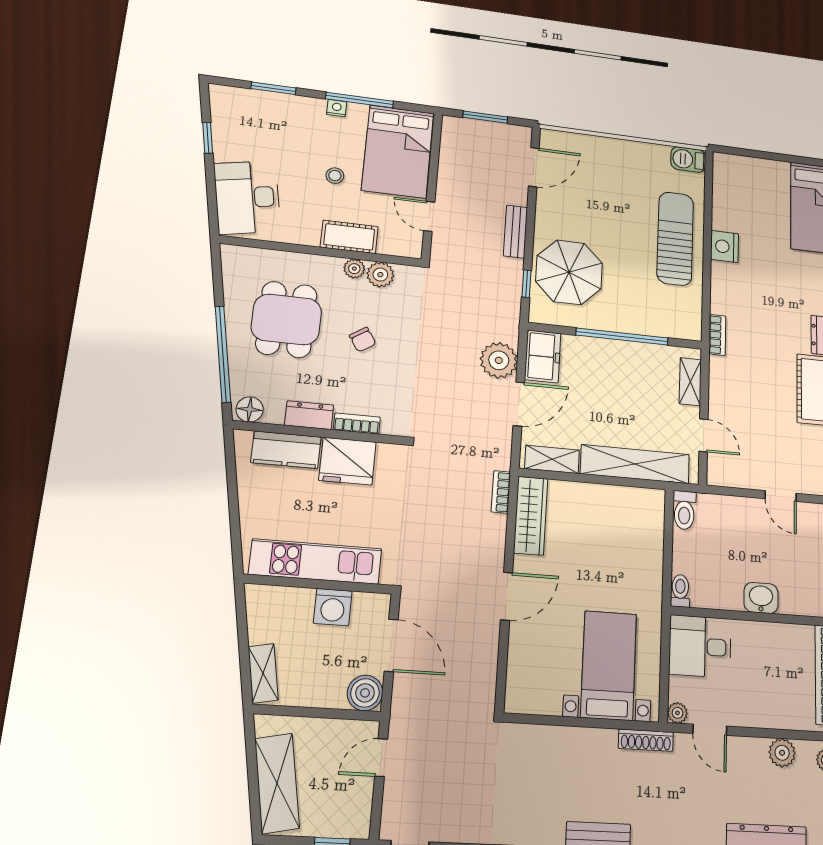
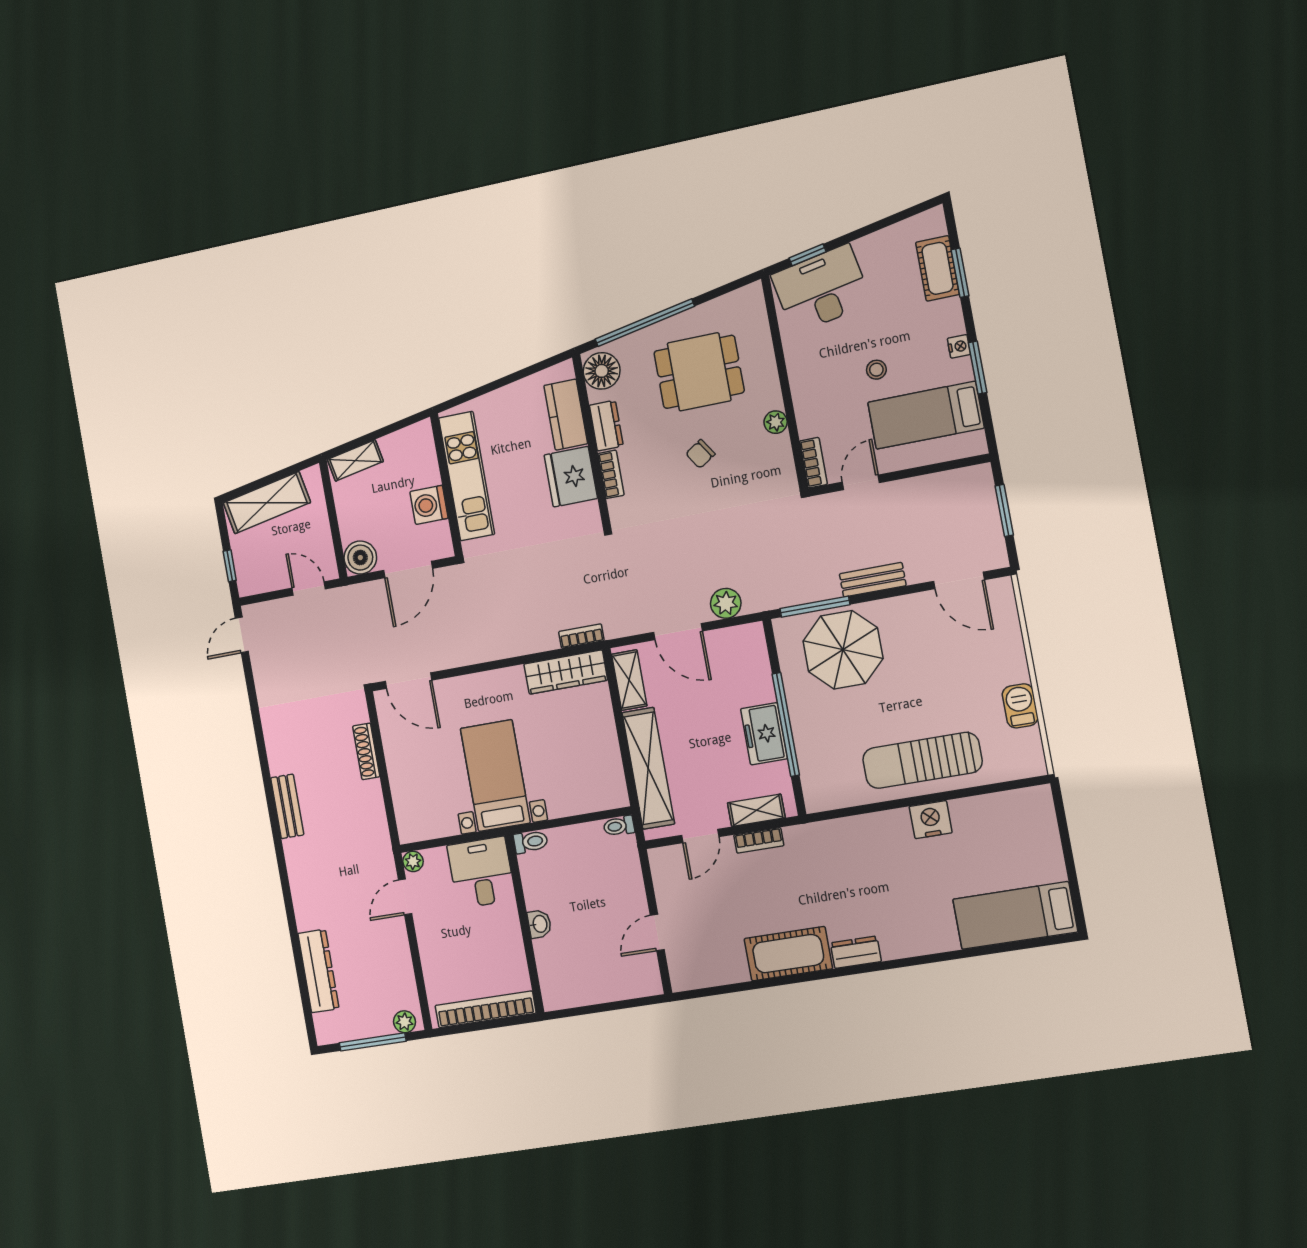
window: (360, 100) -> (978, 367), width x0.69
window: (208, 138) -> (807, 255), moved
bed: (398, 151) -> (926, 415), width x0.67
barbecue: (688, 160) -> (1020, 706), moved
cot: (349, 237) -> (938, 268), moved
sun lounger: (675, 238) -> (922, 760), turned 180
bookcase: (400, 249) -> (813, 463), added
plant: (380, 275) -> (777, 451), removed
window: (526, 284) -> (815, 607), width x2.17
bookcase: (717, 335) -> (759, 840), moved
freezer: (543, 356) -> (764, 734), moved, turned 90
plant: (499, 360) -> (726, 603), width x0.73, depth x0.73
floor lamp: (250, 409) -> (602, 371), width x1.38, depth x1.38
toilet: (684, 510) -> (619, 826), width x0.73, depth x0.72
door: (507, 596) -> (408, 681), moved
washbasin: (761, 598) -> (539, 924), width x0.72, depth x0.69
bed with nightstands: (609, 665) -> (495, 776), moved, turned -90
shoe rack: (646, 740) -> (366, 751), moved
plant: (782, 753) -> (401, 974), removed

